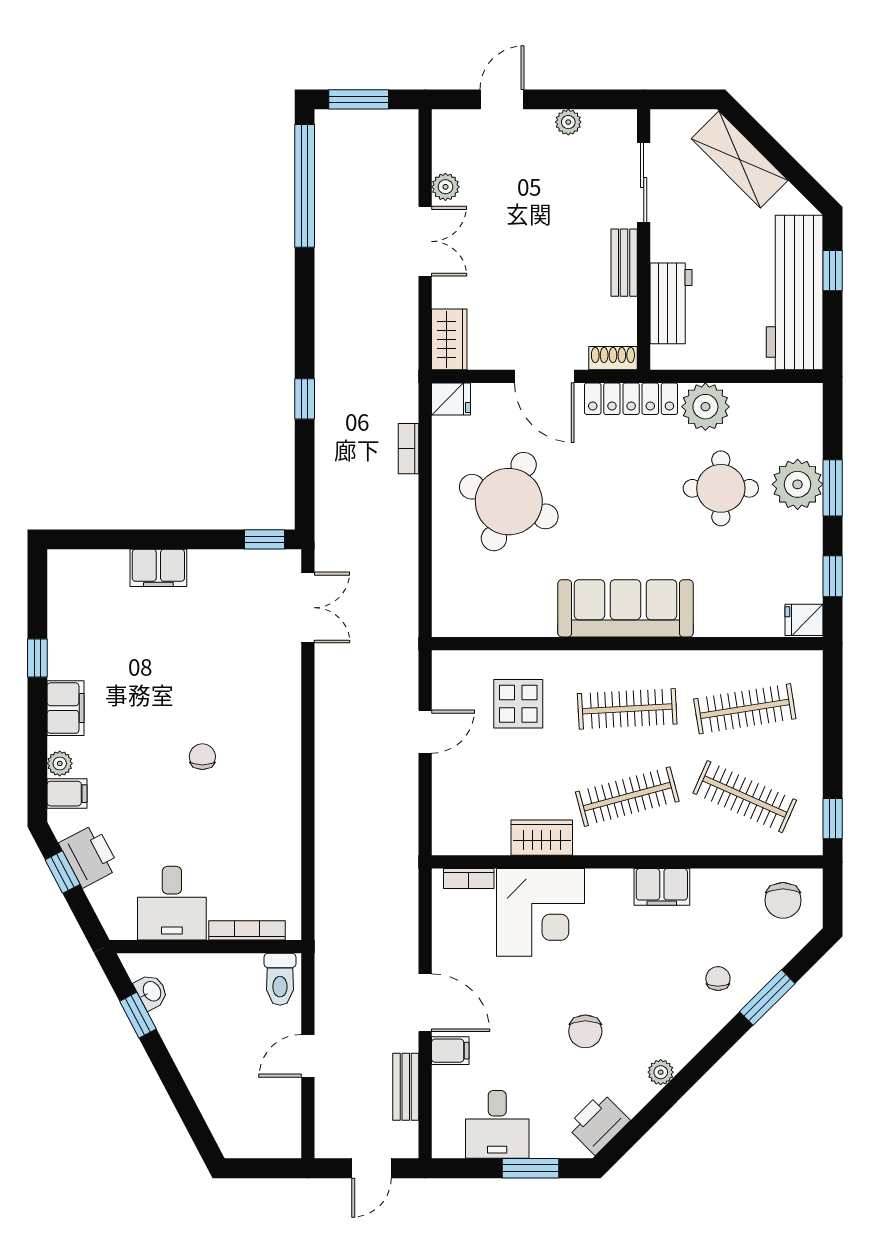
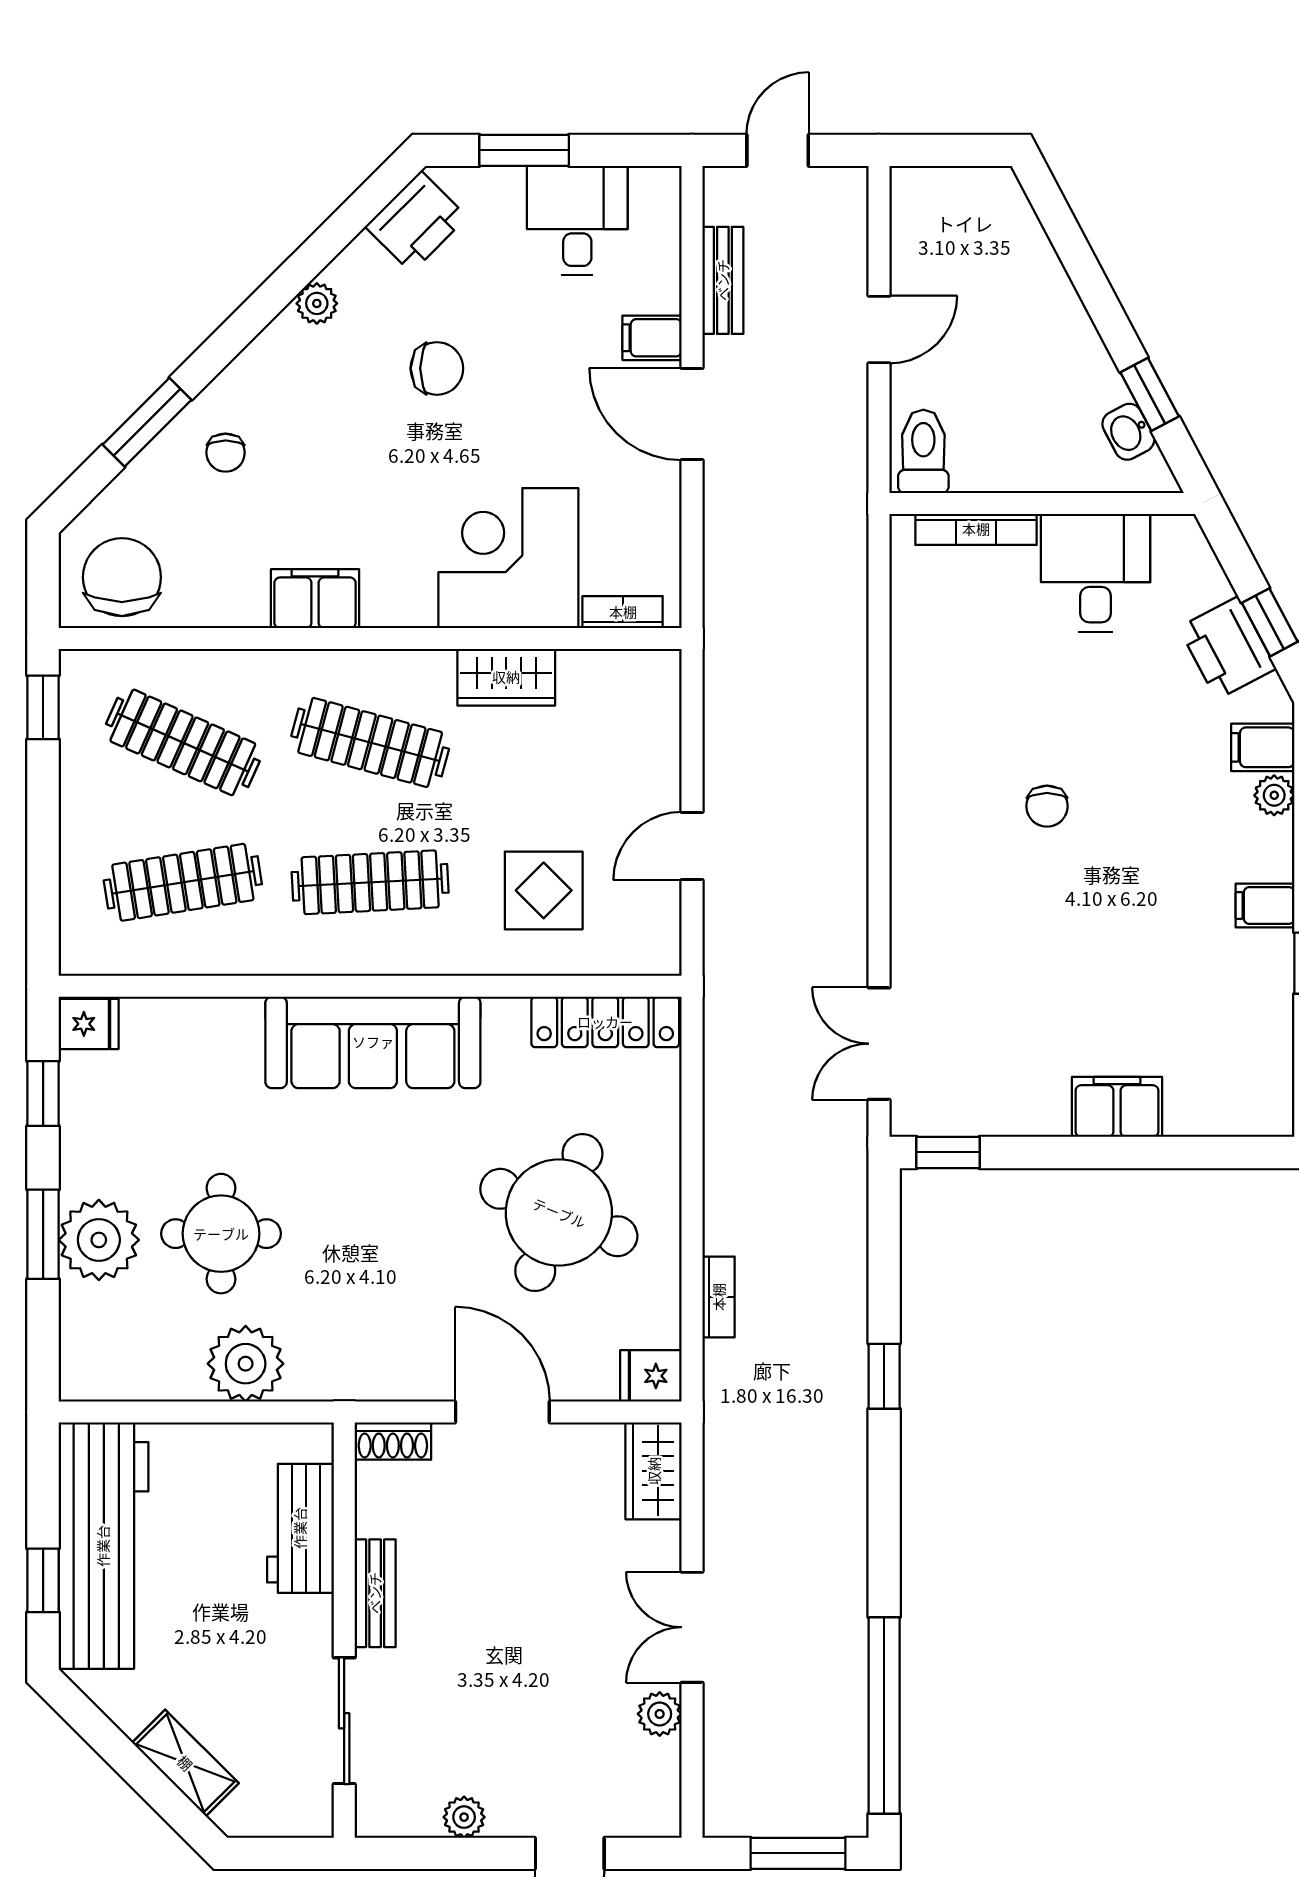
shelving: (740, 160) -> (185, 1763), width x0.67, depth x0.75
locker: (631, 399) -> (605, 1022), moved, turned 180
filing cabinet: (66, 708) -> (1265, 905), width x0.50
clothes rail: (627, 797) -> (370, 742), turned 30
chair: (783, 900) -> (122, 577), width x1.37, depth x1.37
chair: (585, 1031) -> (437, 368), turned 90

